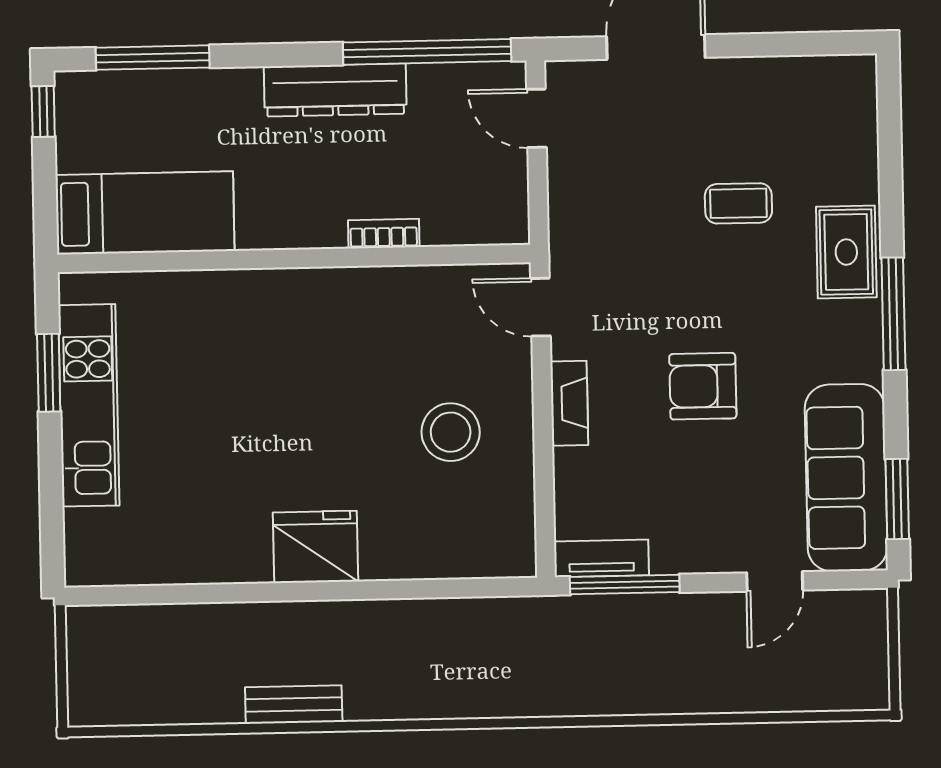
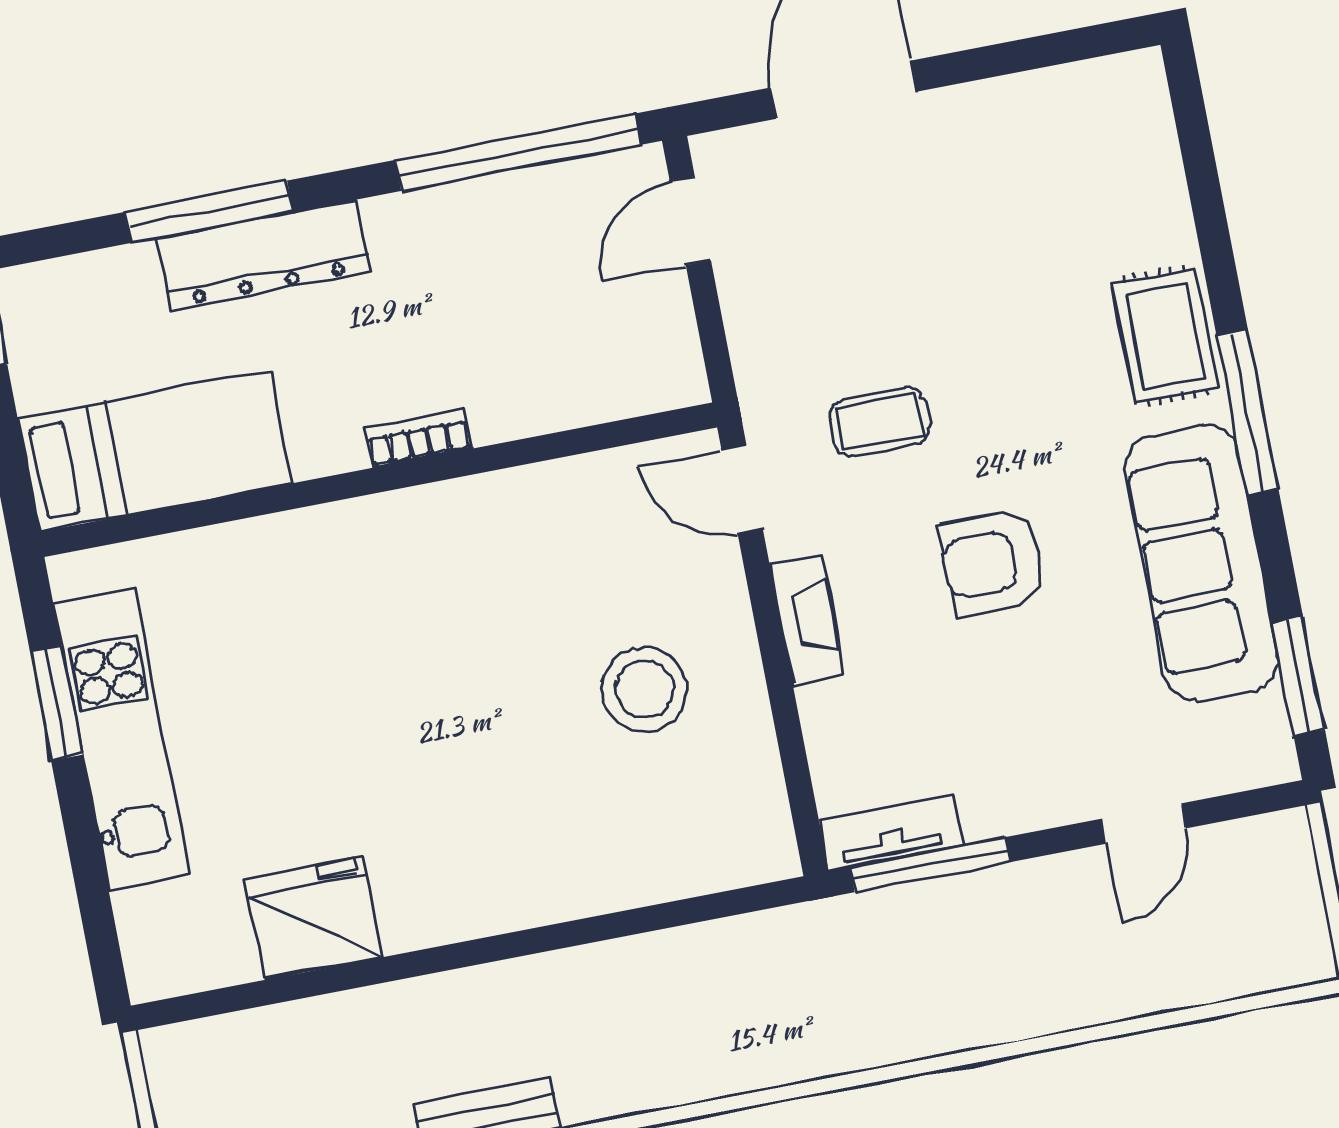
window: (153, 58) -> (209, 212), moved
dresser: (335, 90) -> (263, 255), moved
door: (536, 118) -> (690, 221), hinge flipped
coffee table: (738, 203) -> (879, 422), moved
bookcase: (384, 234) -> (418, 438), moved
sofa: (846, 478) -> (1202, 563), moved
fridge: (315, 547) -> (314, 918), moved

